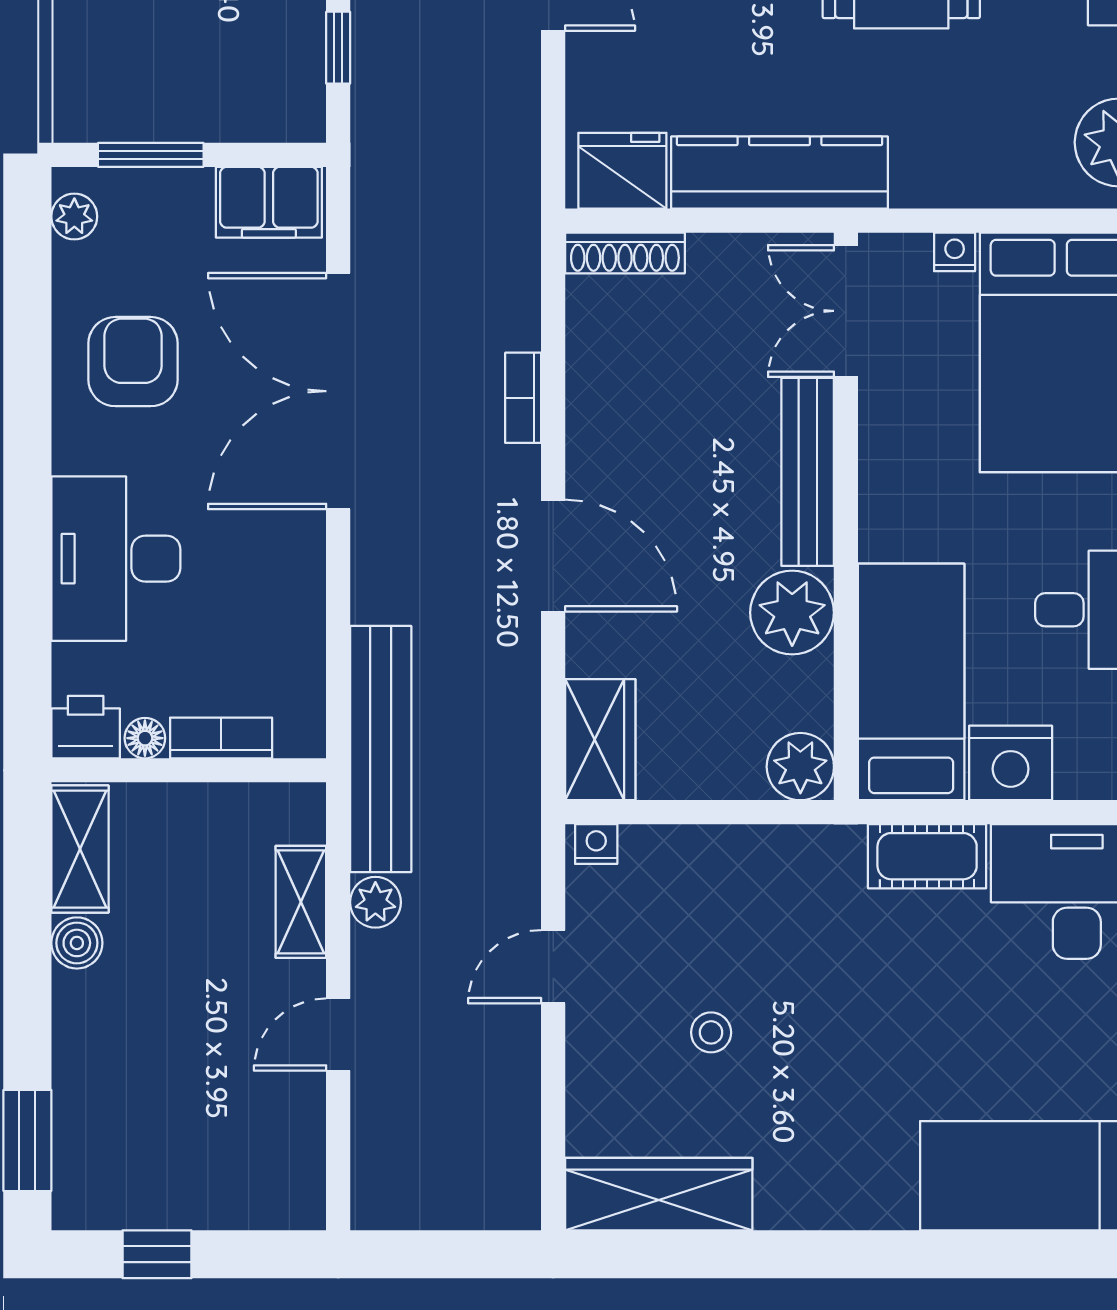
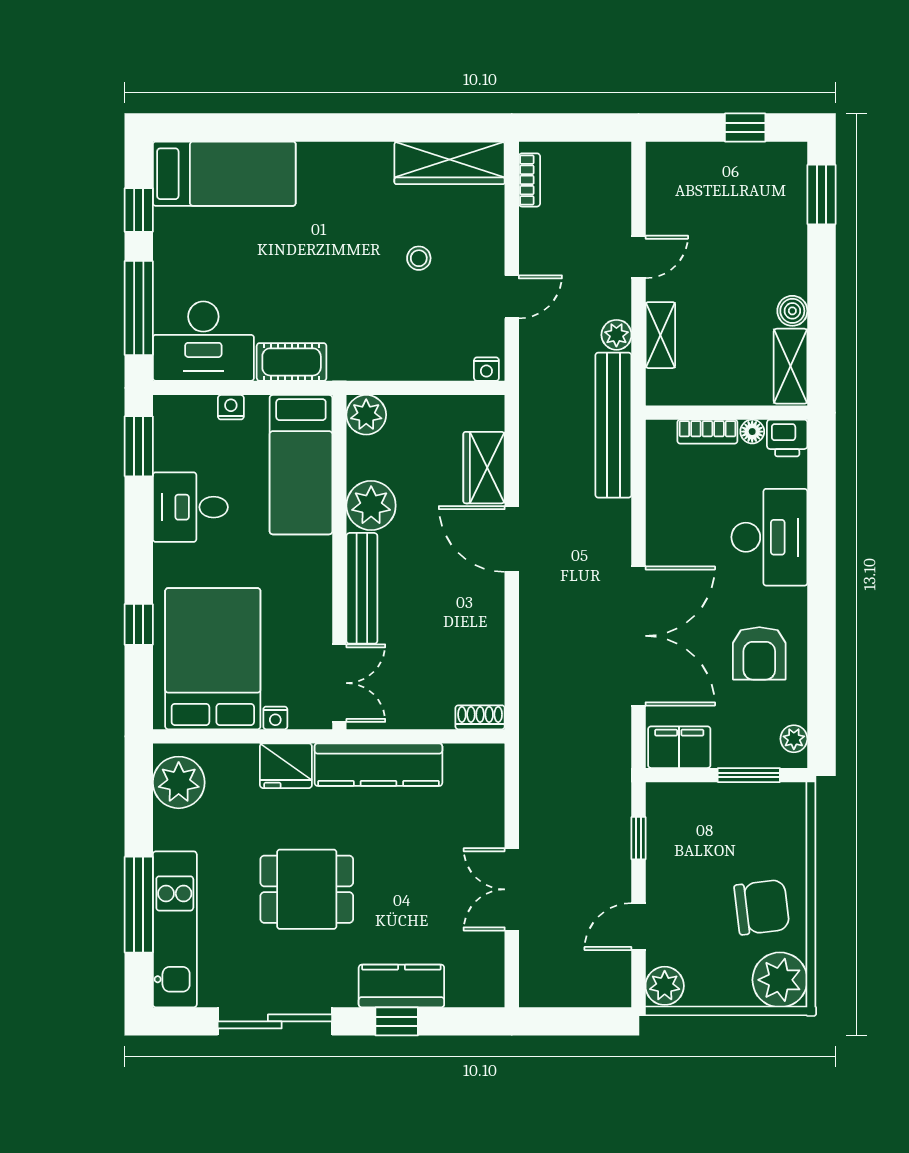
fridge: (622, 171) -> (286, 766), moved
shoe rack: (625, 253) -> (480, 717), width x0.70
bookcase: (523, 398) -> (529, 180), moved
wardrobe: (600, 740) -> (484, 468), moved
nightstand: (1011, 763) -> (231, 407), width x0.53, depth x0.56

